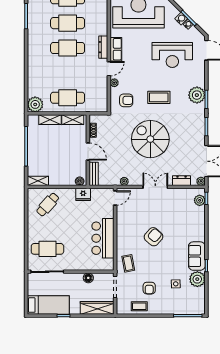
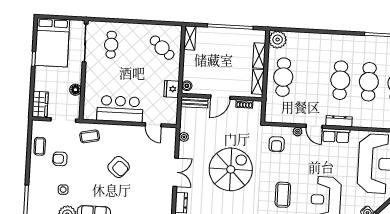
coffee table: (159, 97) -> (283, 195), moved
door: (115, 198) -> (153, 125), moved
cafe table: (47, 249) -> (111, 45), width x0.73, depth x0.74
bed: (48, 305) -> (52, 42), width x1.50
wardrobe: (97, 308) -> (40, 104), width x0.67

